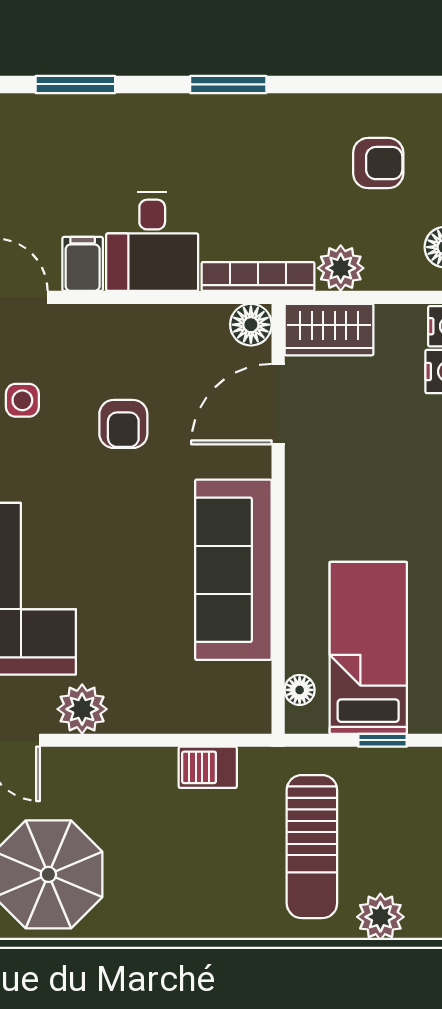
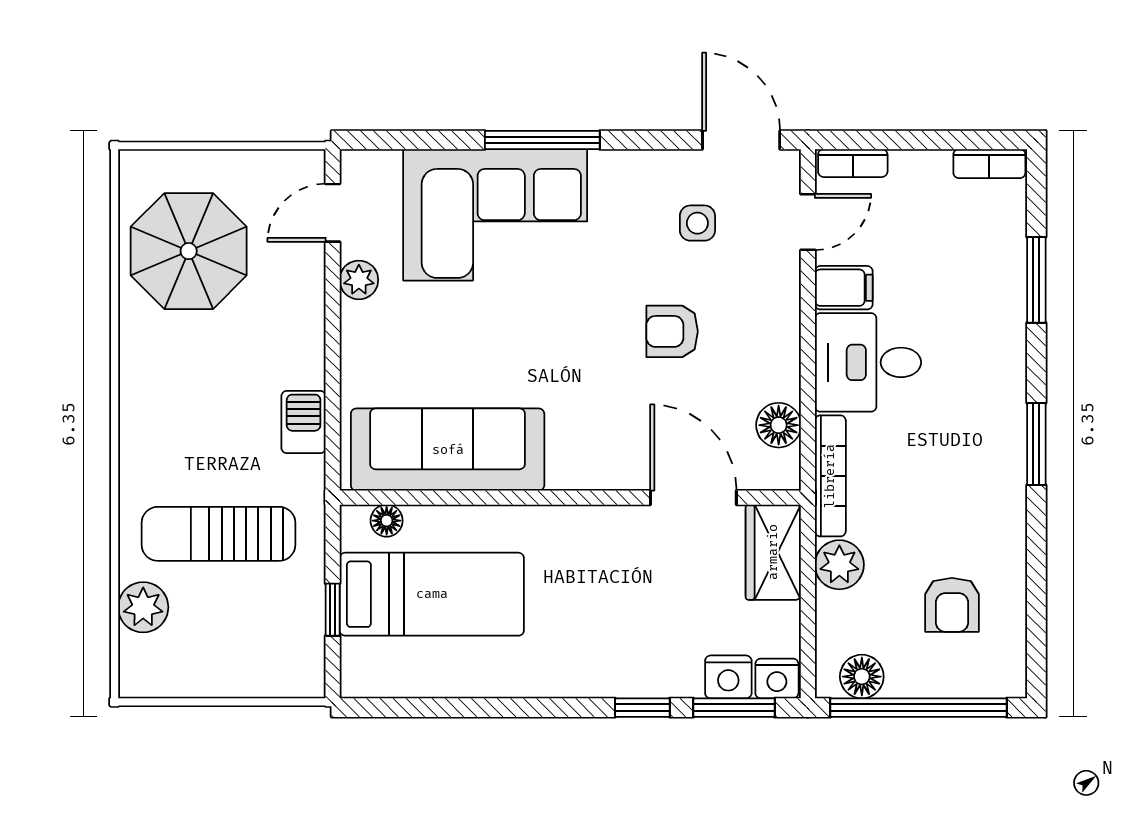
floor lamp: (251, 325) -> (779, 425), moved
sofa: (233, 570) -> (448, 450), moved
plant: (82, 709) -> (359, 280), width x0.73, depth x0.73

